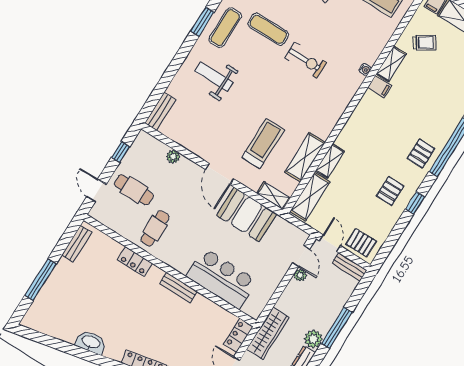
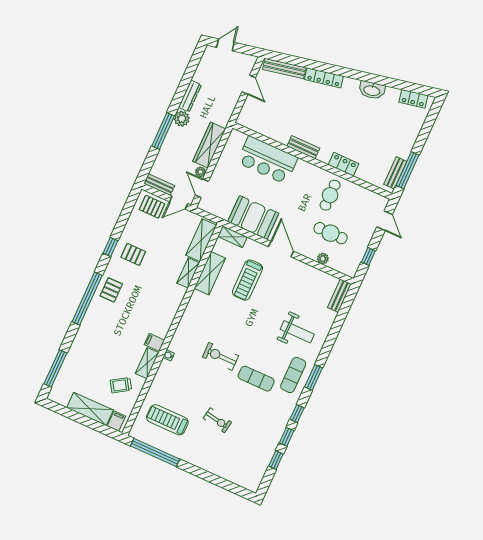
cafe table: (134, 190) -> (331, 233), moved
pallet: (390, 191) -> (133, 254), turned 90
door: (330, 243) -> (179, 203), hinge flipped
window: (40, 280) -> (407, 170), moved
wardrobe: (268, 333) -> (209, 145), moved
locker: (238, 335) -> (413, 99), moved, turned 78

